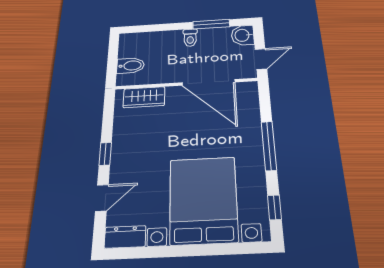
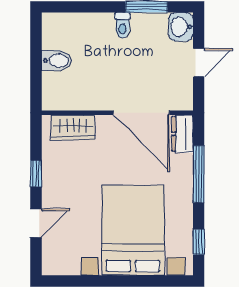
door: (208, 82) -> (141, 113), moved
wall: (186, 84) -> (117, 113), moved
wardrobe: (144, 97) -> (73, 128), moved
dresser: (125, 237) -> (182, 134), moved, turned -90

